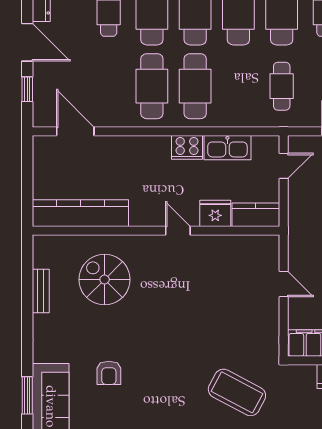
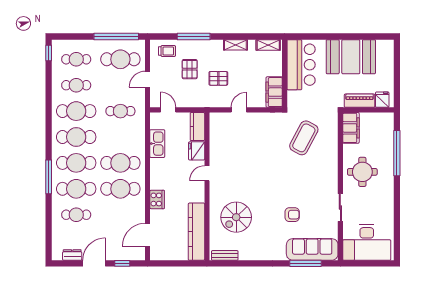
cooker: (187, 147) -> (157, 199), moved
bench: (41, 291) -> (225, 255), moved
window: (27, 395) -> (306, 263), width x1.44

